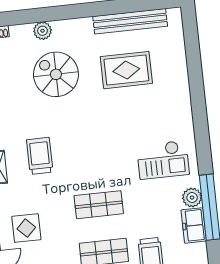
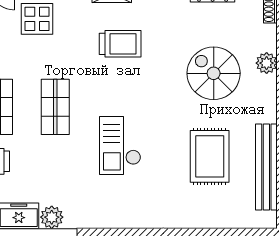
spiral stairs: (56, 74) -> (214, 73), turned -90
checkout: (163, 160) -> (120, 146), moved

